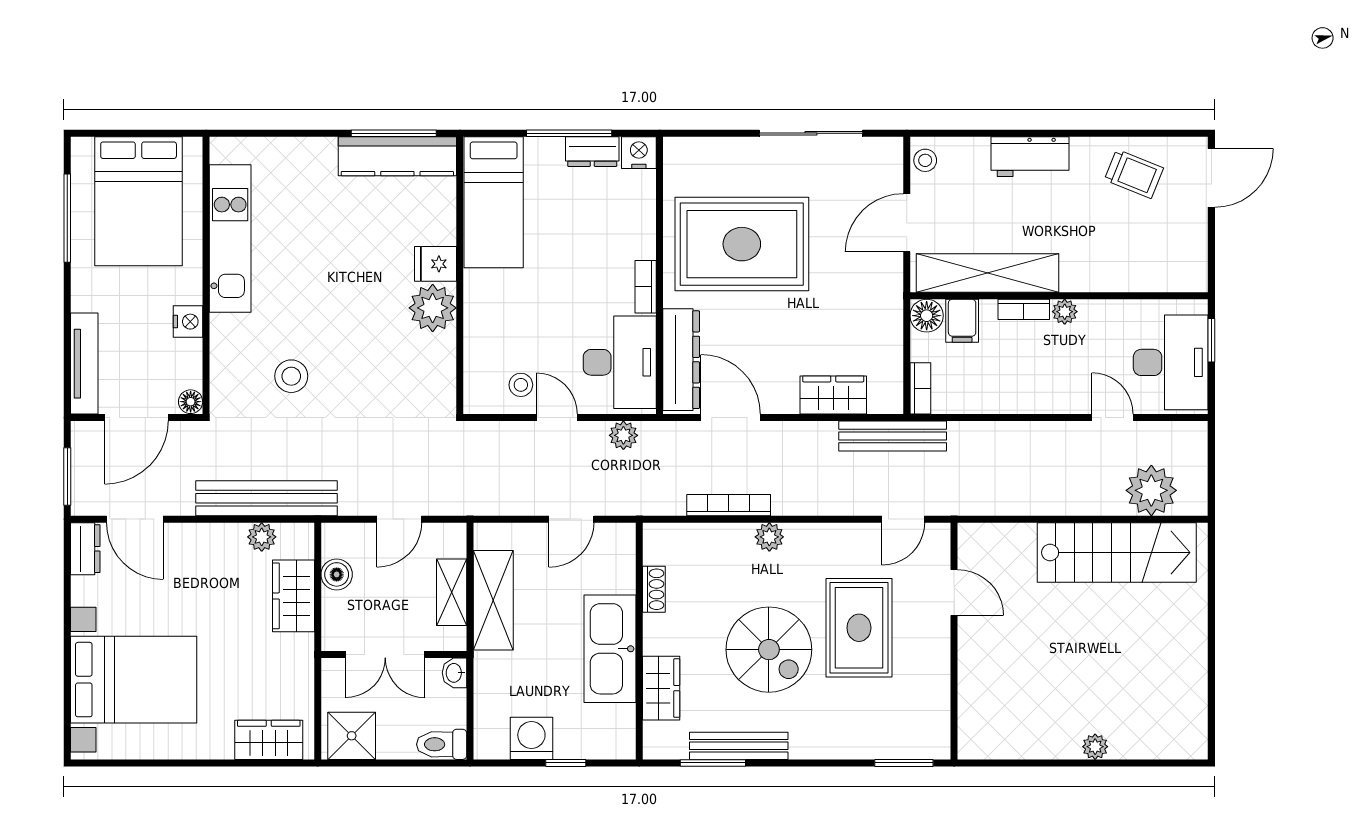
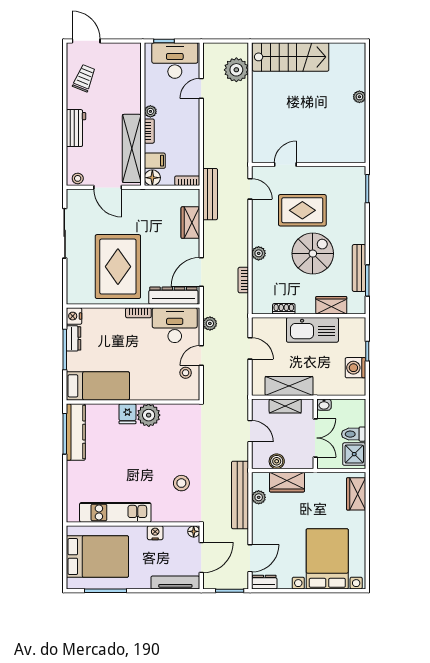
door: (136, 418) -> (201, 558), hinge flipped
bookcase: (729, 505) -> (243, 280), width x0.64
stairs: (1117, 552) -> (291, 57), moved, turned 90
toilet: (442, 744) -> (354, 434), moved, turned 90

